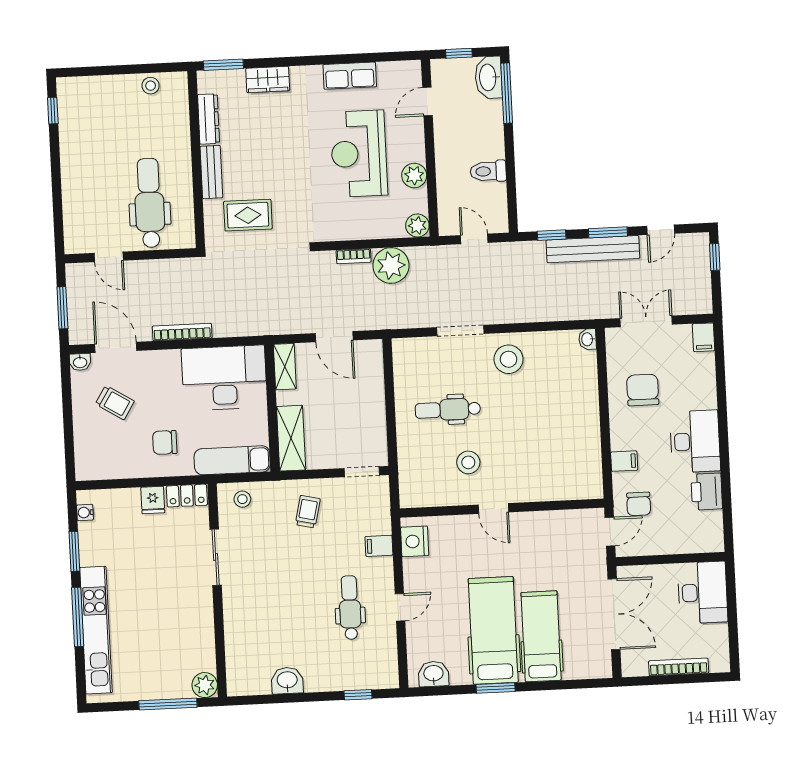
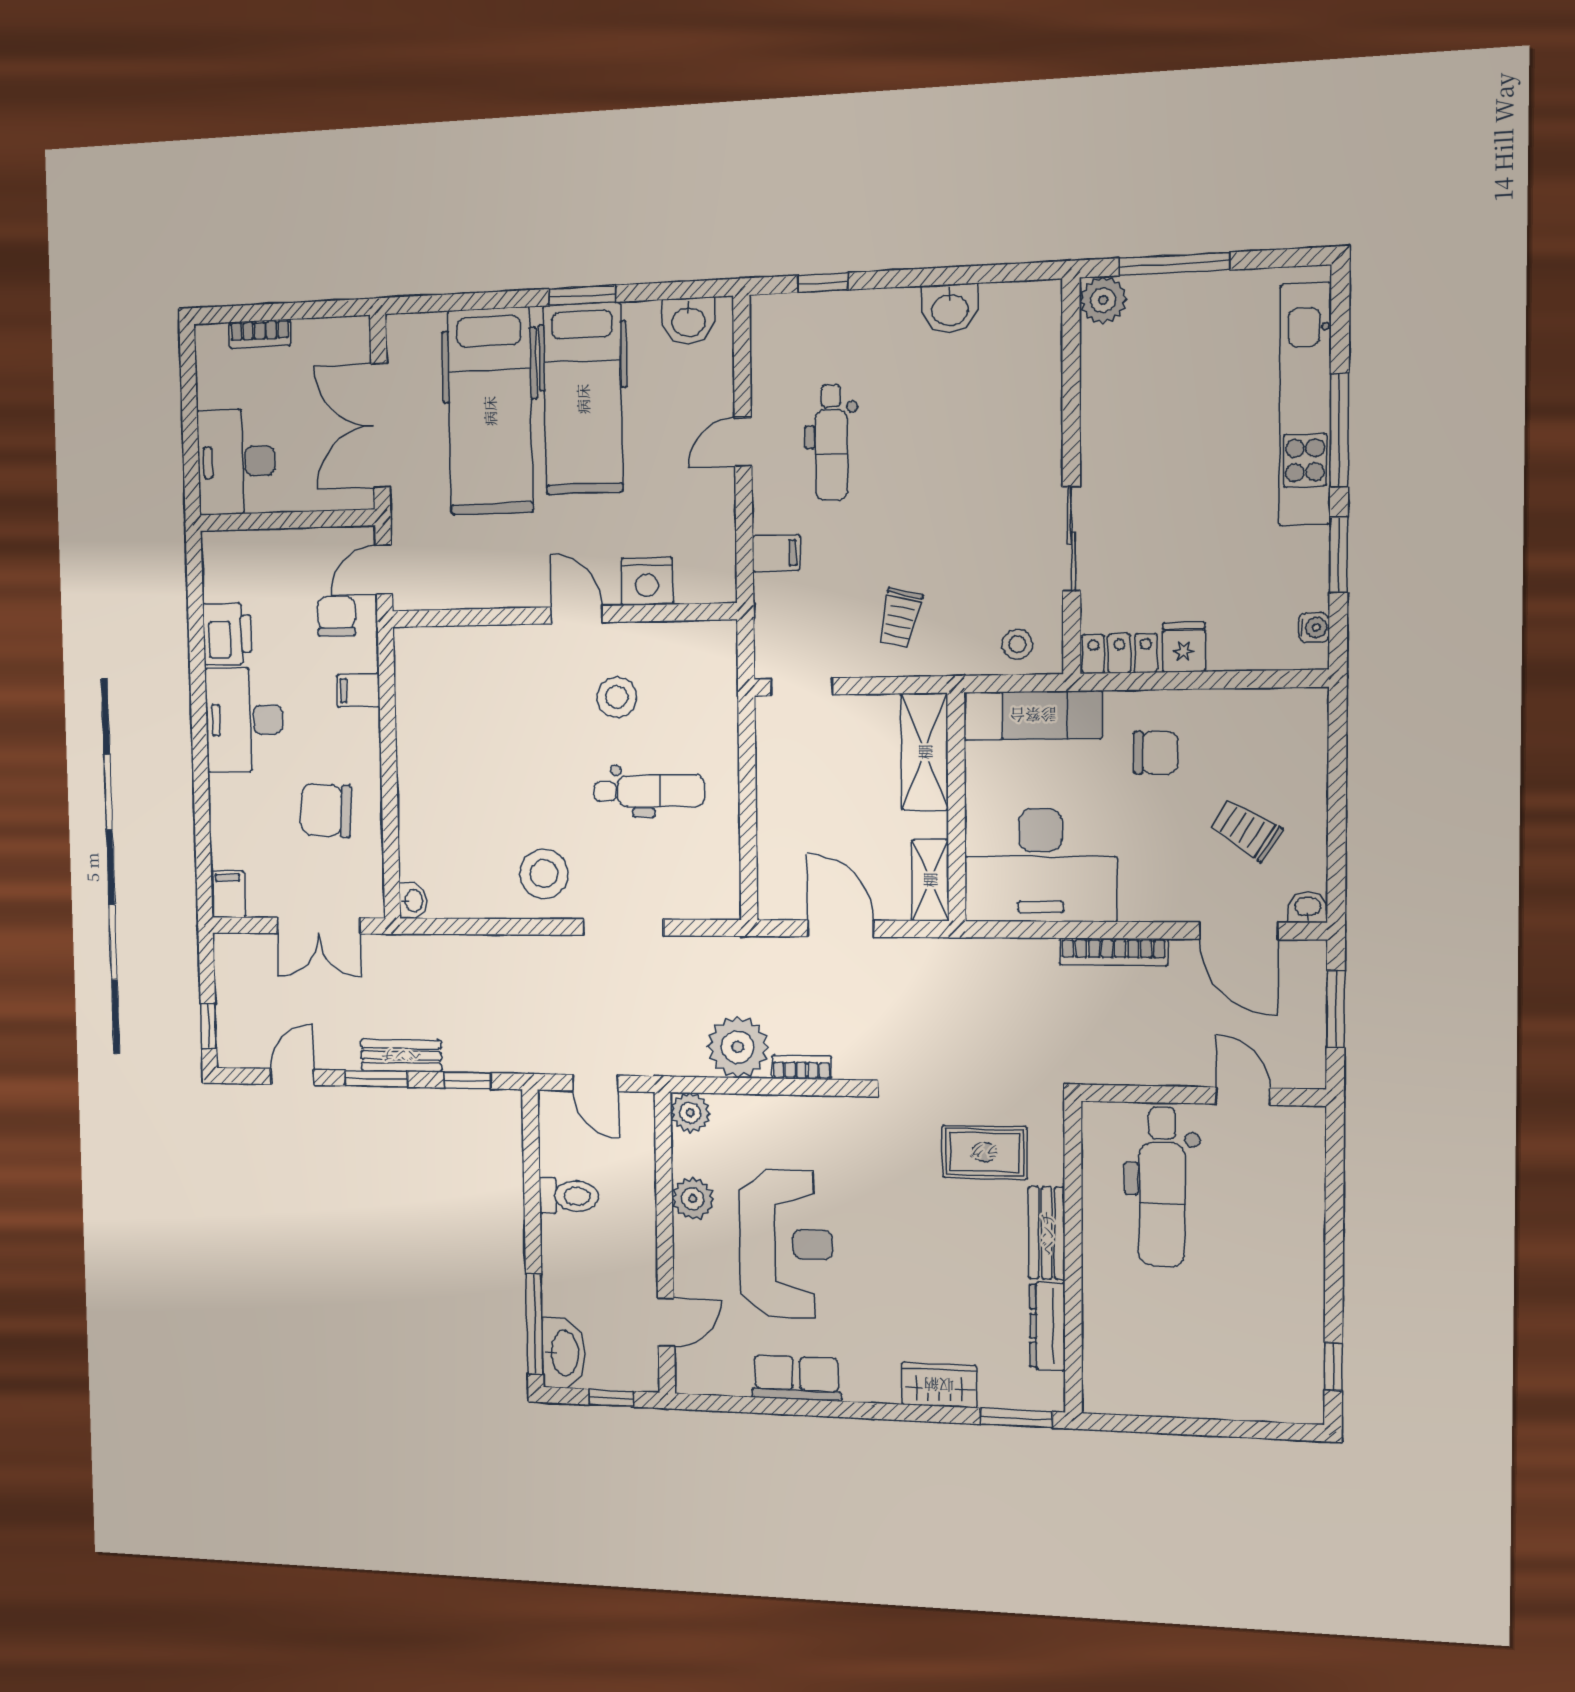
stool: (151, 86) -> (1150, 1394), removed
bench: (593, 249) -> (401, 1056), width x0.54, depth x0.82
chair: (643, 390) -> (326, 810), turned 93
nightstand: (415, 541) -> (647, 581), moved, turned 90
hospital bed: (541, 636) -> (490, 411), width x1.37, depth x1.29
bookcase: (679, 667) -> (260, 334), width x0.64

